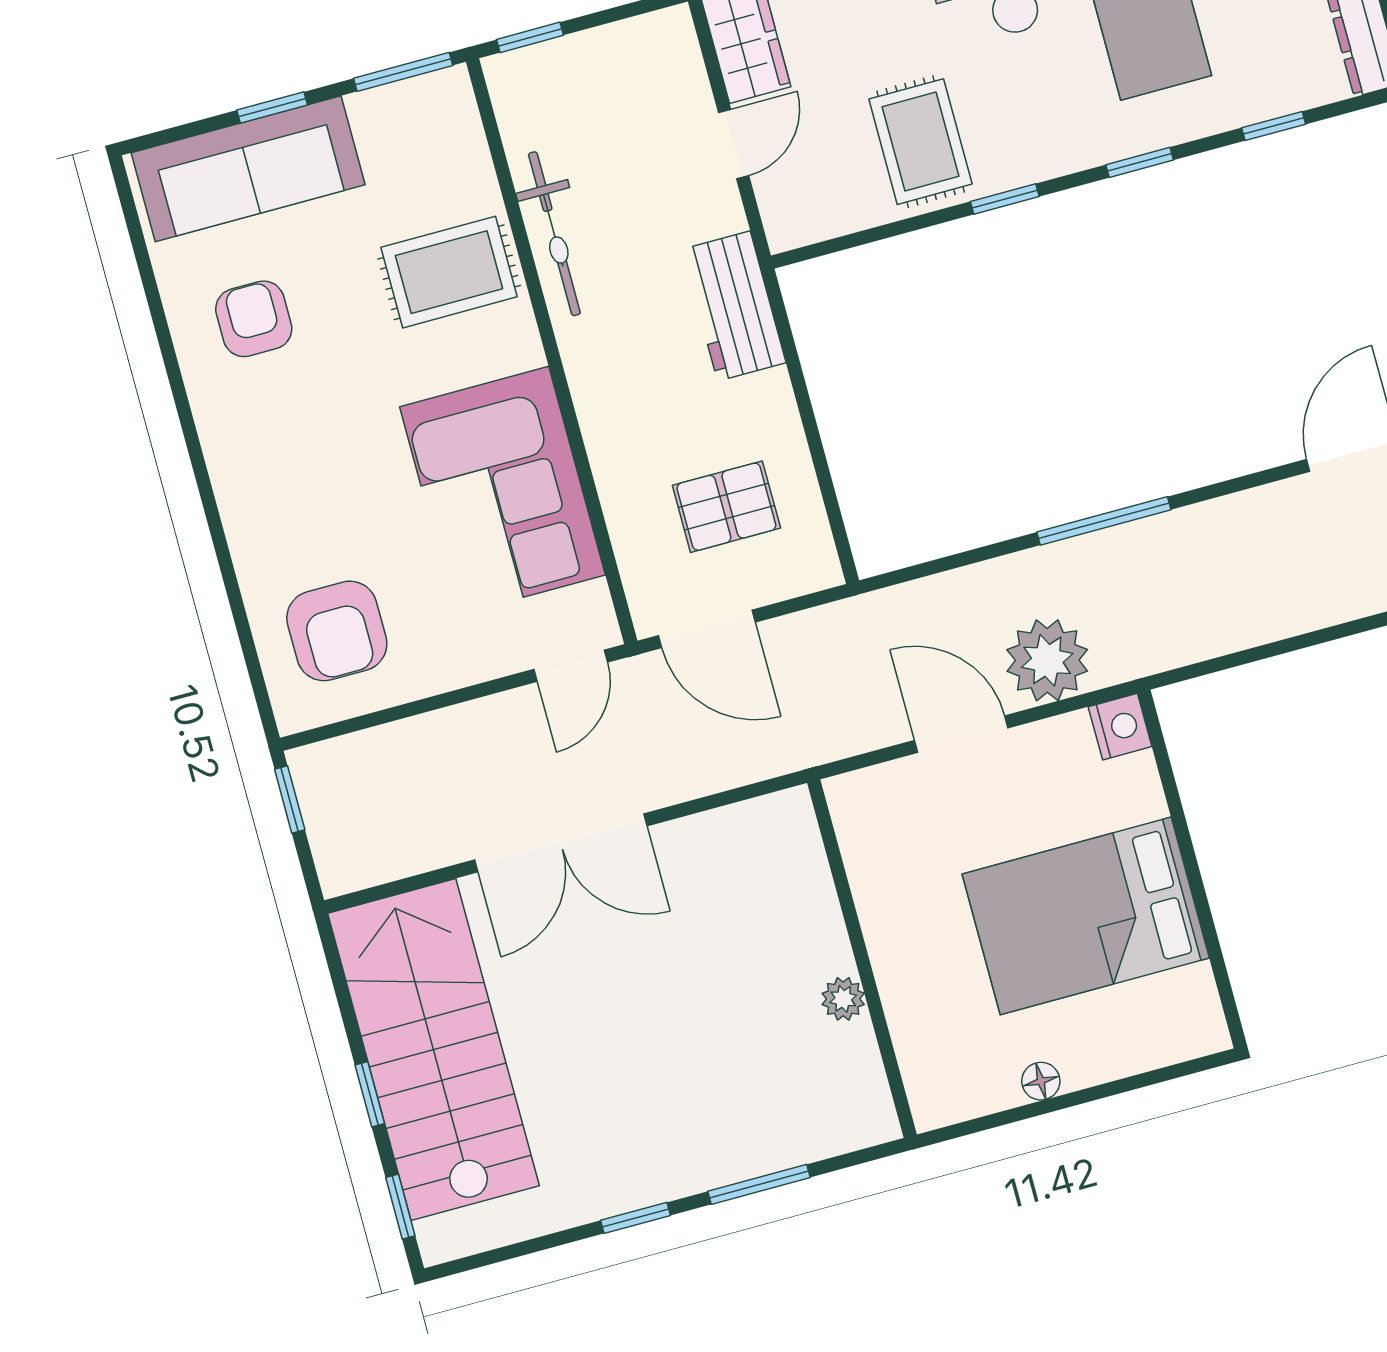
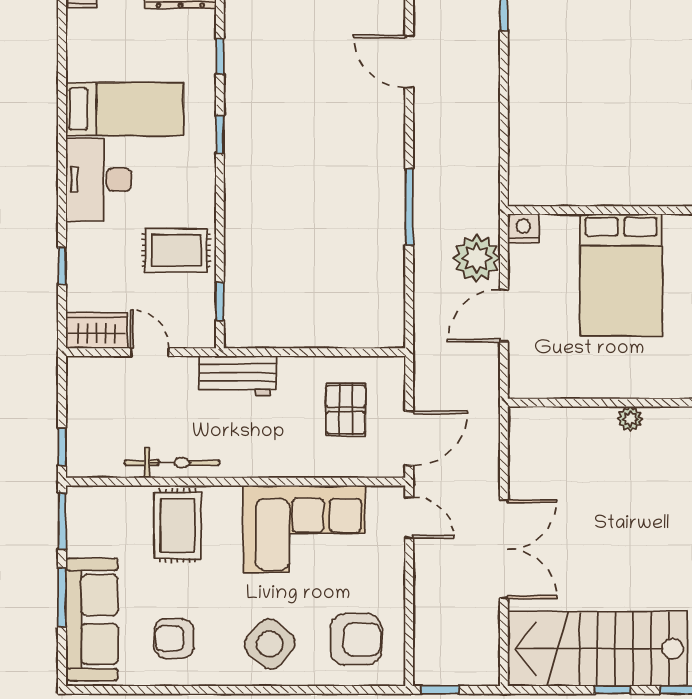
window: (272, 107) -> (62, 597), width x1.50
window: (1005, 199) -> (220, 301), moved
side table: (289, 485) -> (270, 644), added

